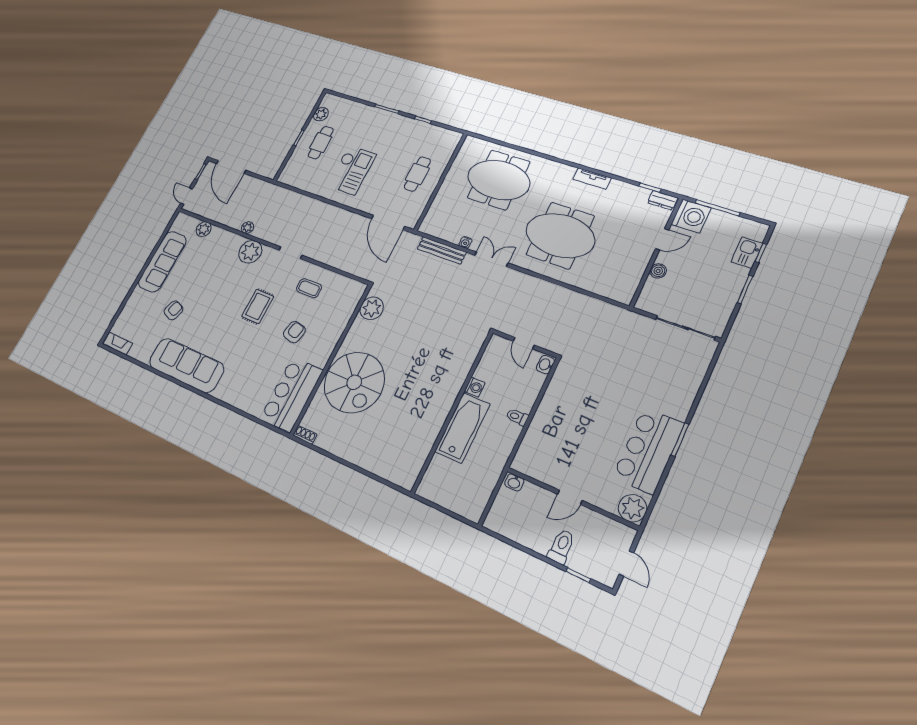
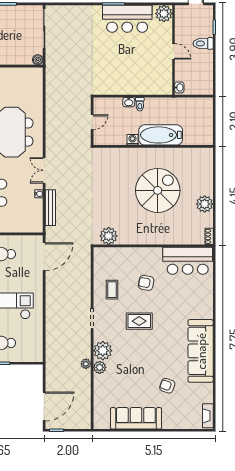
door: (187, 196) -> (80, 430), removed
plant: (204, 229) -> (100, 367), moved
boiler: (658, 271) -> (38, 60), moved
washbasin: (545, 365) -> (129, 102), moved
spiral stairs: (354, 382) -> (158, 190), moved
plant: (346, 447) -> (205, 204), added

